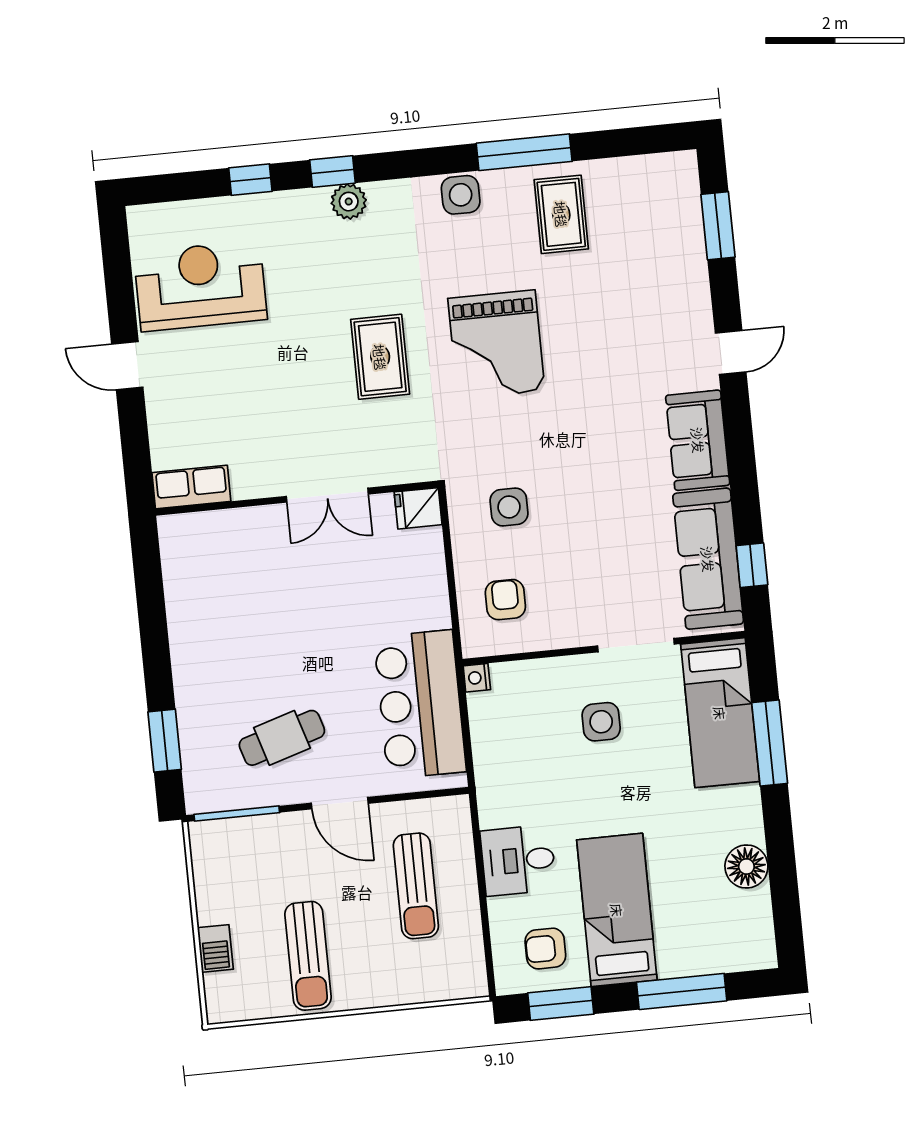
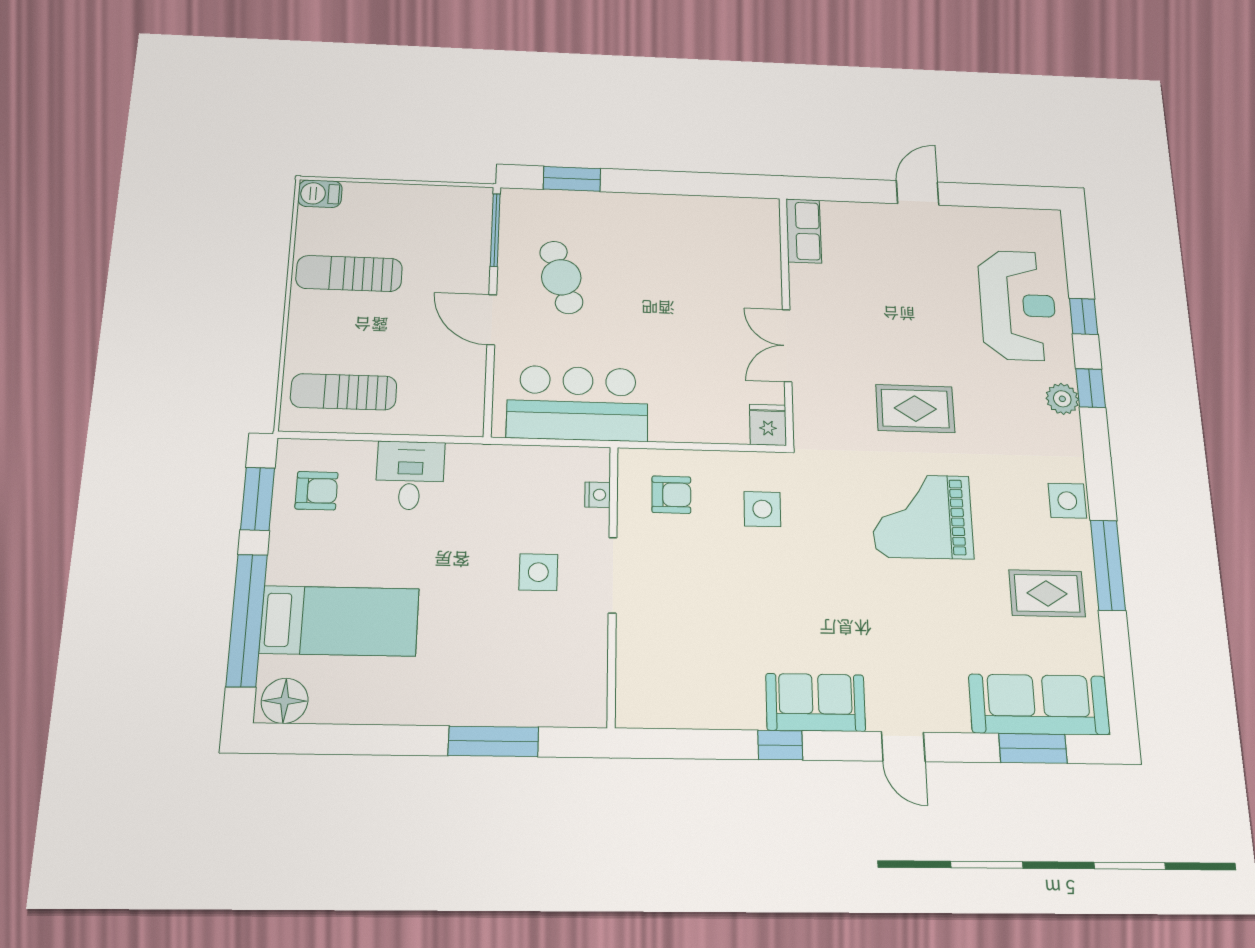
reception desk: (200, 286) -> (1018, 305), moved
sofa: (708, 559) -> (1039, 704), moved
window: (752, 565) -> (780, 745), moved
doorway: (636, 645) -> (613, 575), moved
nightstand: (477, 678) -> (598, 495), moved, turned 90
bed: (720, 713) -> (532, 693), removed
door: (340, 803) -> (492, 320), hinge flipped
floor lamp: (746, 867) -> (285, 701), moved
sun lounger: (416, 886) -> (344, 392), moved
bed: (617, 910) -> (340, 621), moved
barbecue: (215, 948) -> (320, 194), moved
armchair: (545, 949) -> (317, 491), turned 90
window: (682, 991) -> (247, 620), width x1.46

